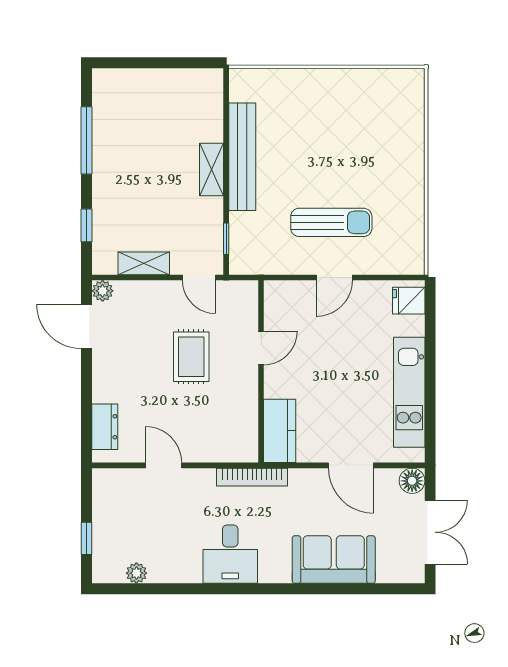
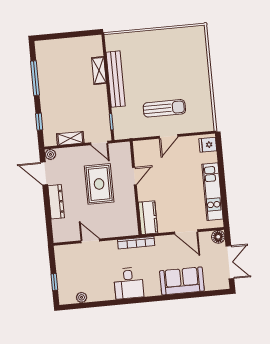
shelving: (212, 169) -> (99, 71), moved
rug: (191, 357) -> (99, 184), width x1.36, depth x1.43
dresser: (105, 427) -> (56, 202), moved, width x1.44

